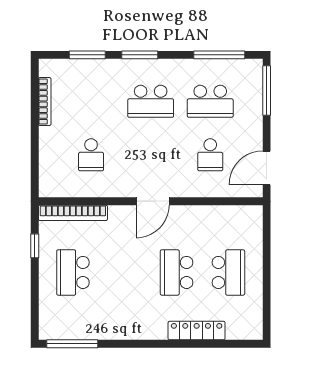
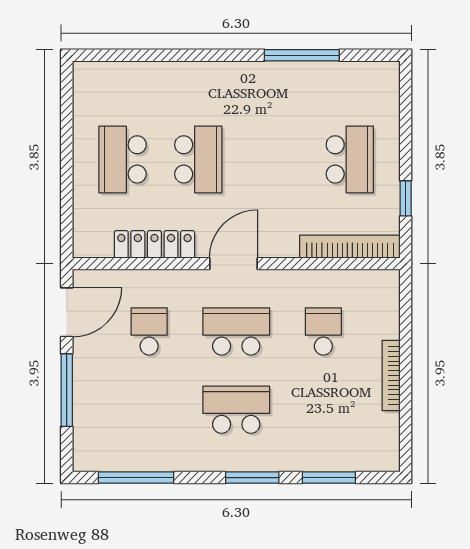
window: (267, 90) -> (67, 390), moved
school desk: (210, 101) -> (236, 331), moved
bookcase: (45, 102) -> (391, 375), moved
locker: (197, 331) -> (154, 244), moved, turned 180
window: (72, 344) -> (302, 55), moved

